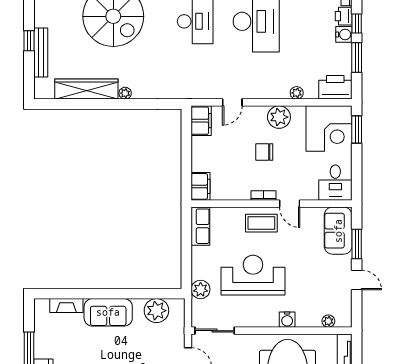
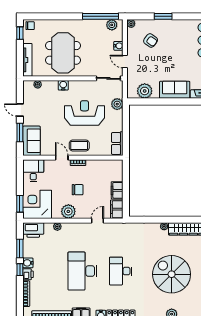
filing cabinet: (201, 186) -> (117, 190), moved
reception desk: (253, 275) -> (85, 113), turned 180

